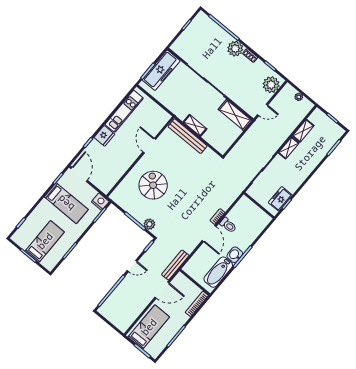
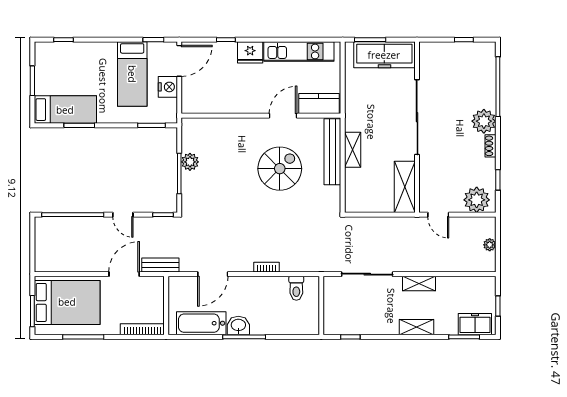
kitchen counter: (158, 123) -> (319, 103), added
shelving: (303, 131) -> (417, 327), moved
spiral stairs: (153, 185) -> (280, 169), moved
freezer: (280, 199) -> (475, 324), moved
nightstand: (100, 202) -> (168, 87), moved
plant: (149, 224) -> (190, 162), moved
toilet: (228, 225) -> (296, 288), moved
door: (209, 234) -> (213, 274), moved
bed: (45, 241) -> (65, 110), moved
bench: (175, 265) -> (160, 265), width x0.73
door: (162, 290) -> (124, 274), swing flipped
bed: (149, 327) -> (67, 302), width x1.50

